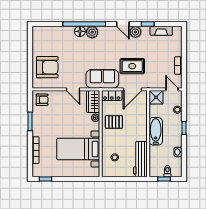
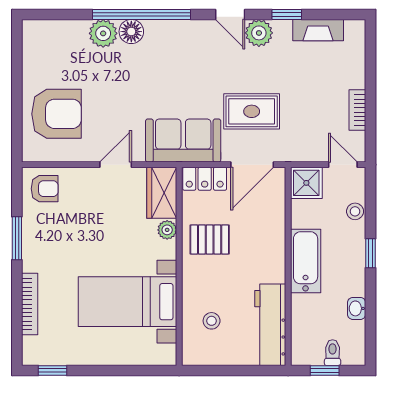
plant: (92, 32) -> (103, 33), moved
door: (73, 89) -> (116, 165), swing flipped

